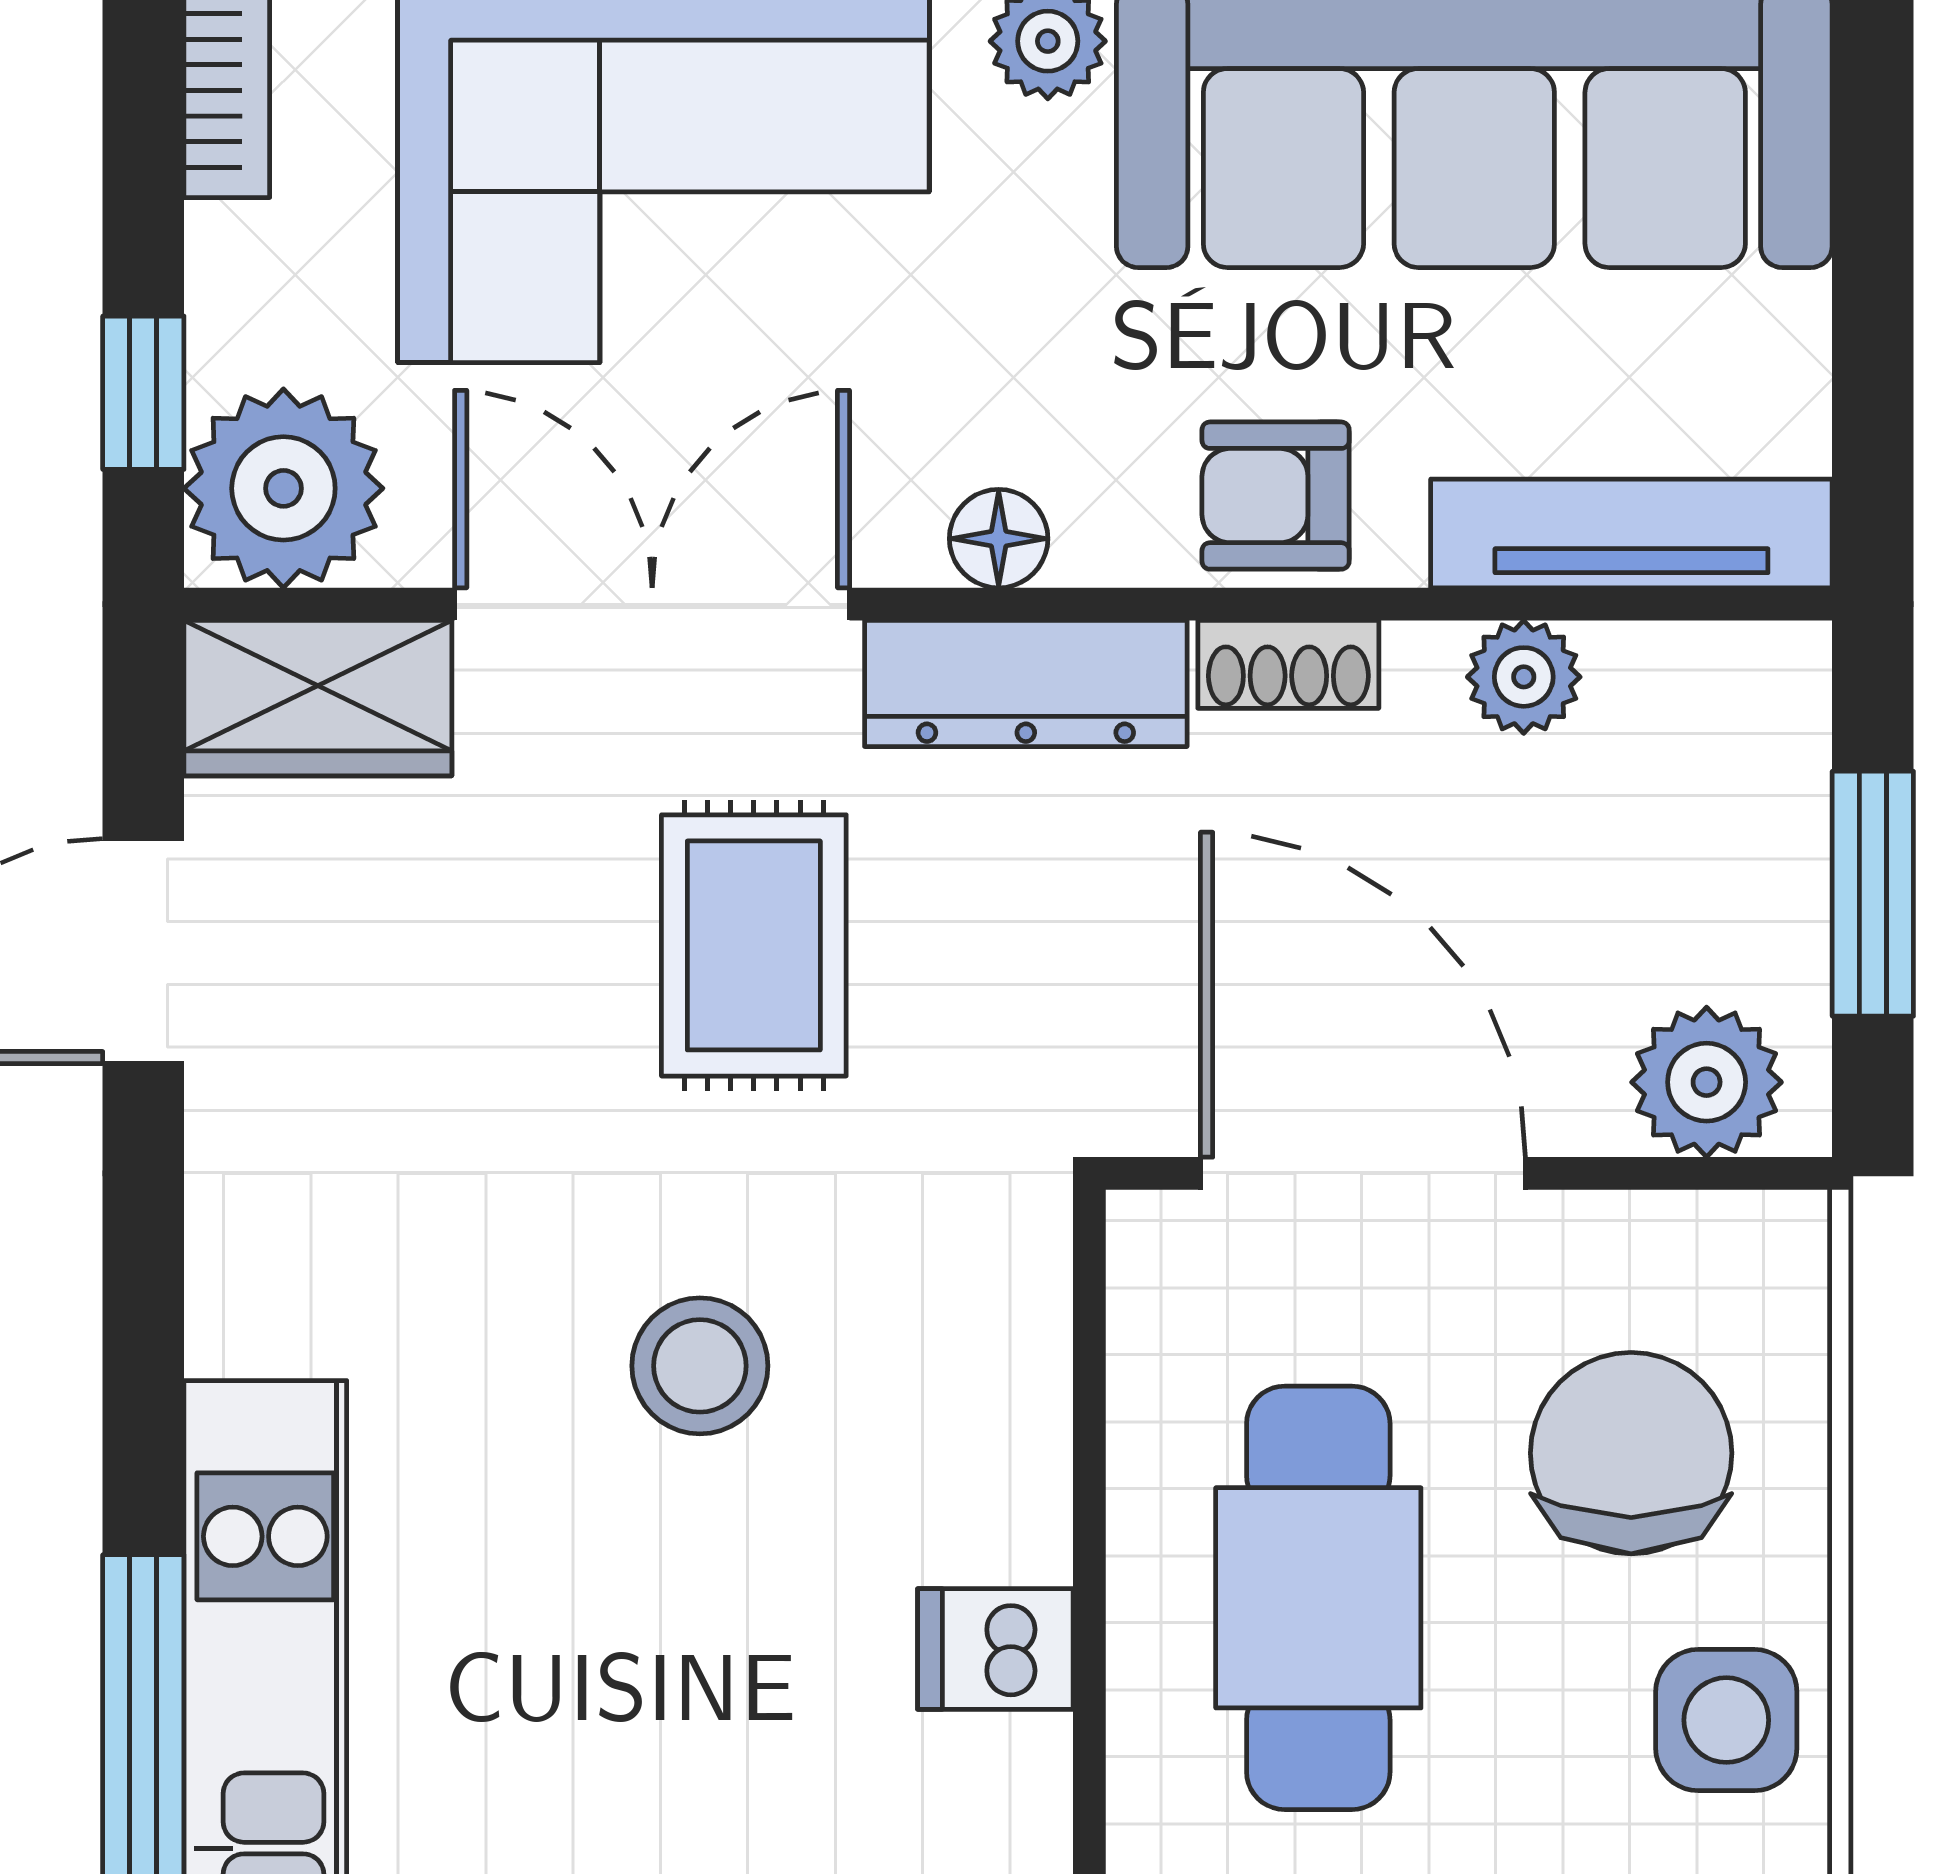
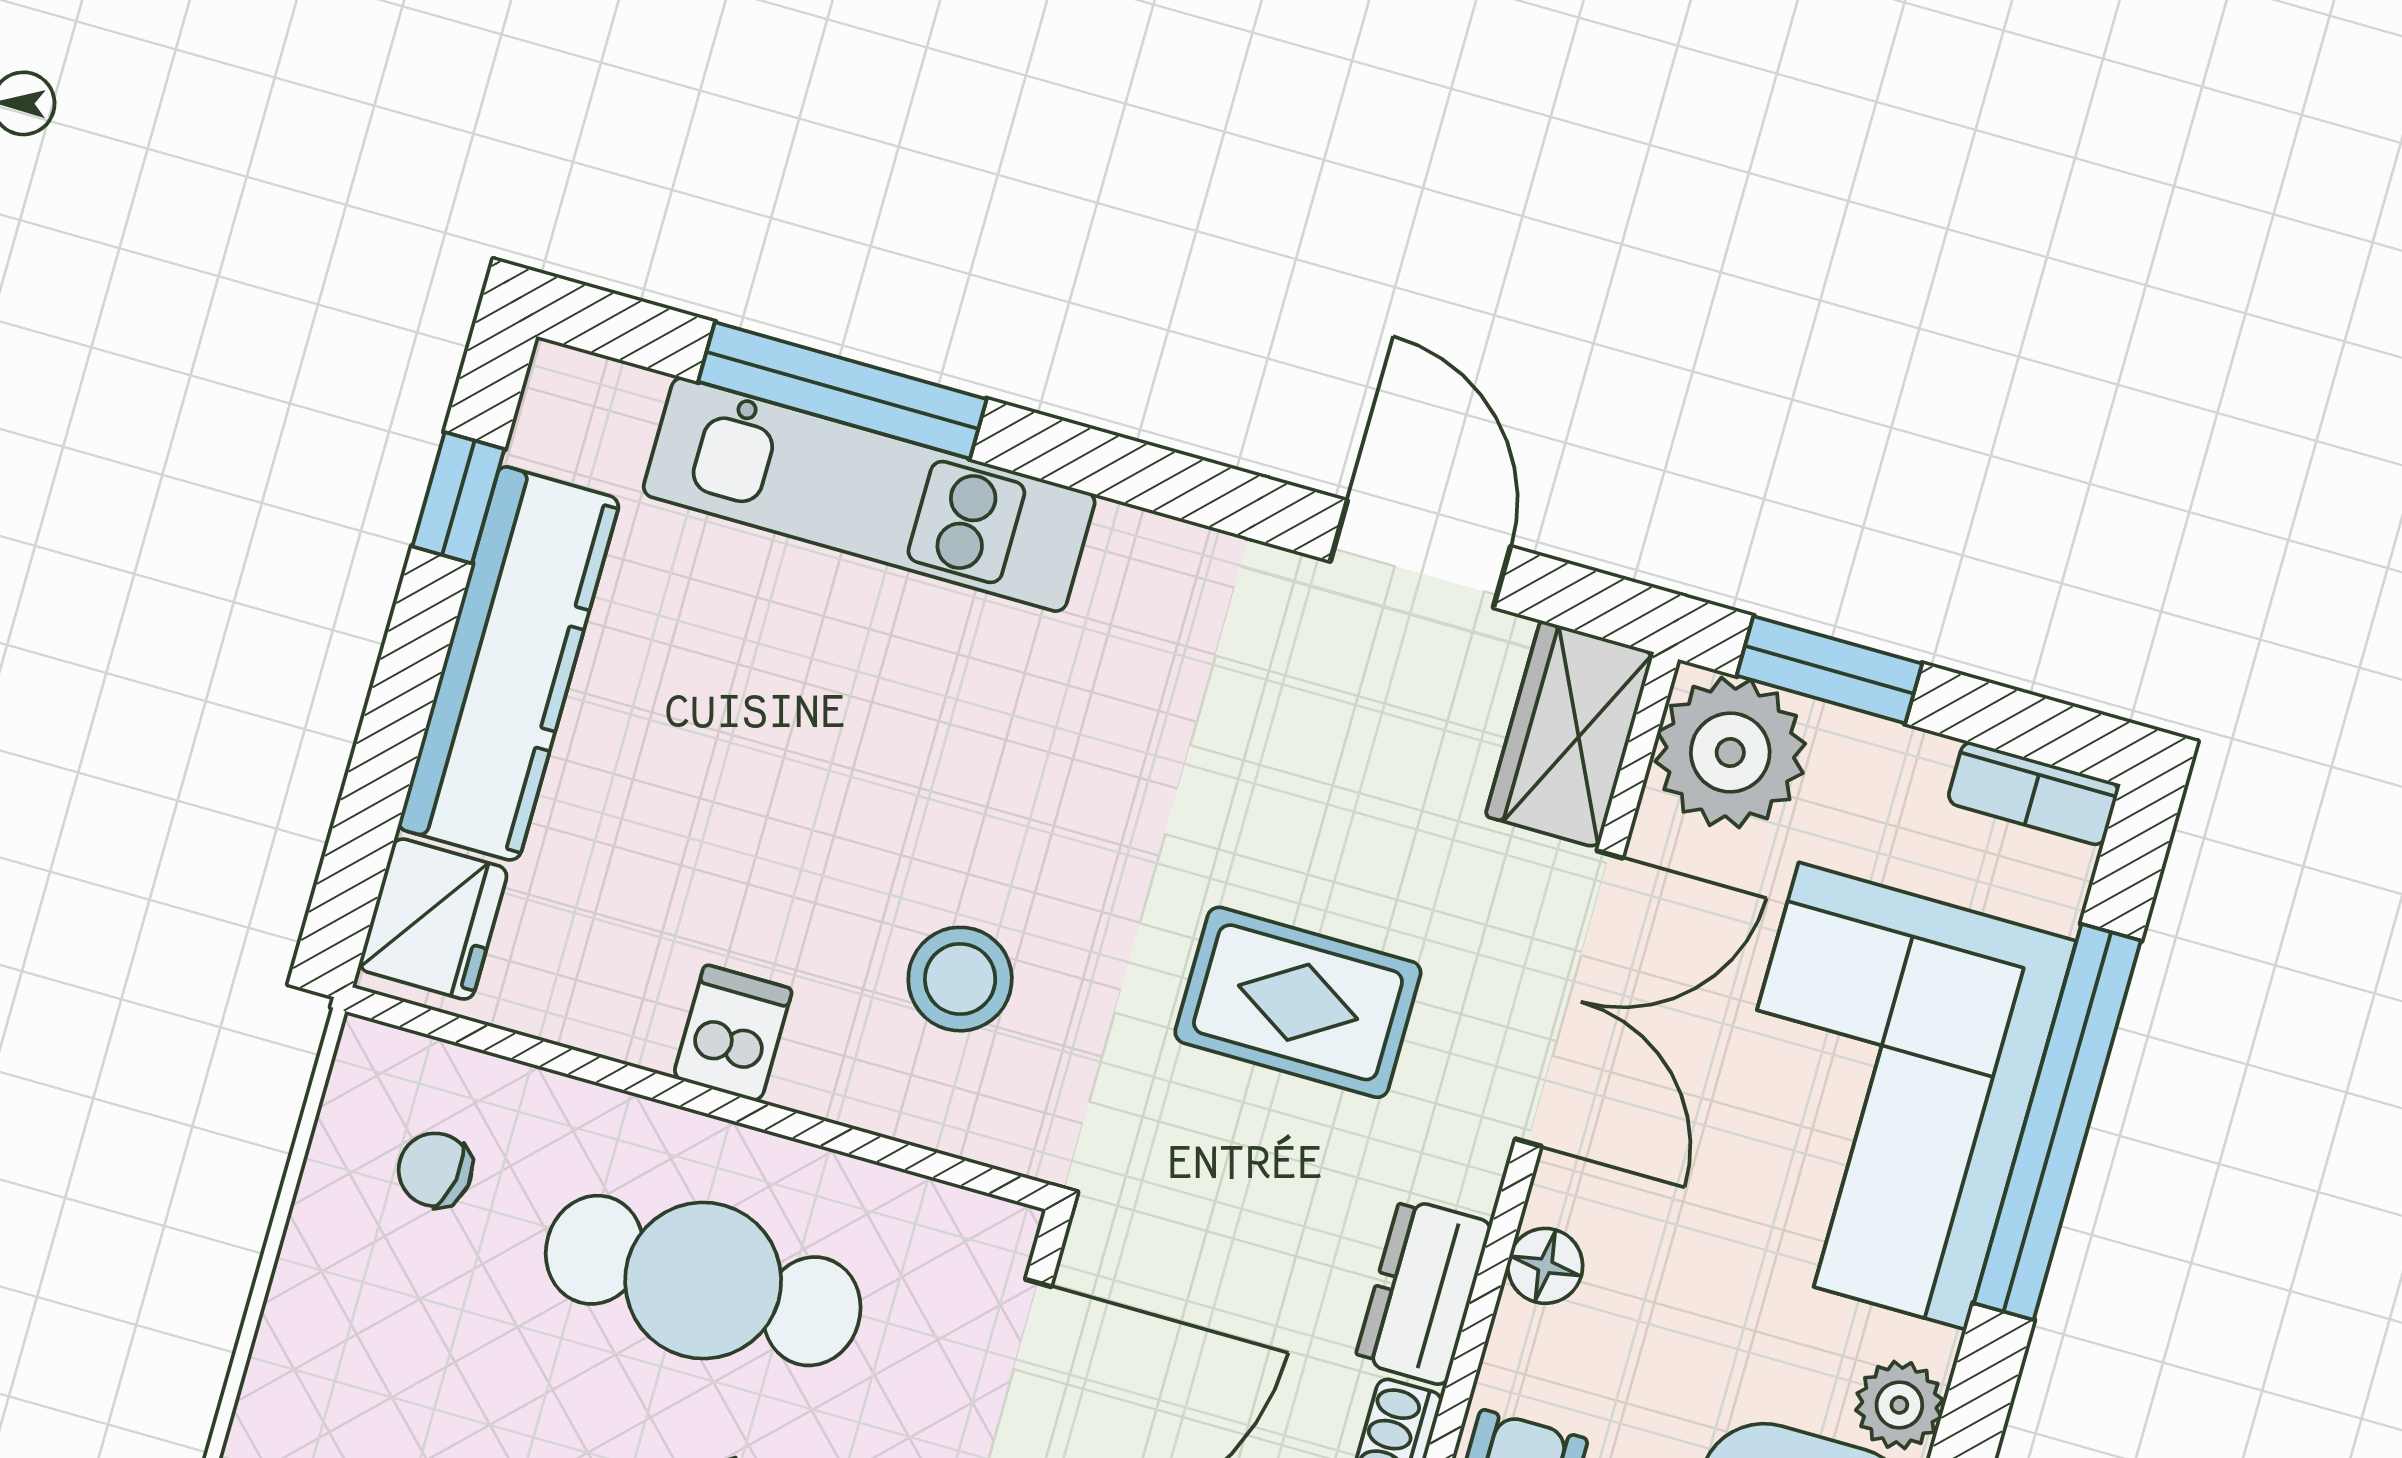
window: (143, 393) -> (1829, 670), width x1.50
dresser: (1026, 683) -> (1423, 1292), width x0.70
stool: (700, 1366) -> (960, 979), moved

